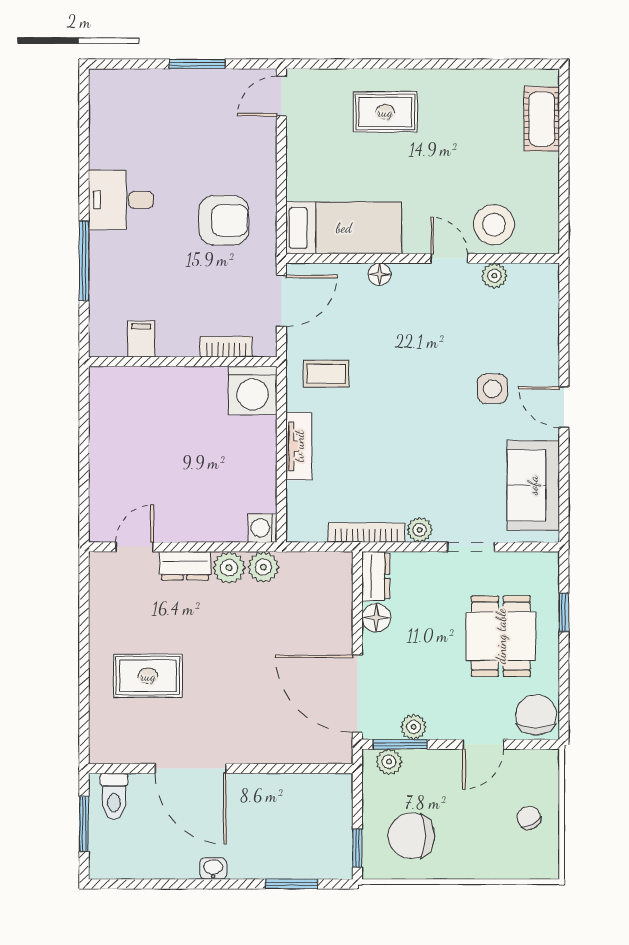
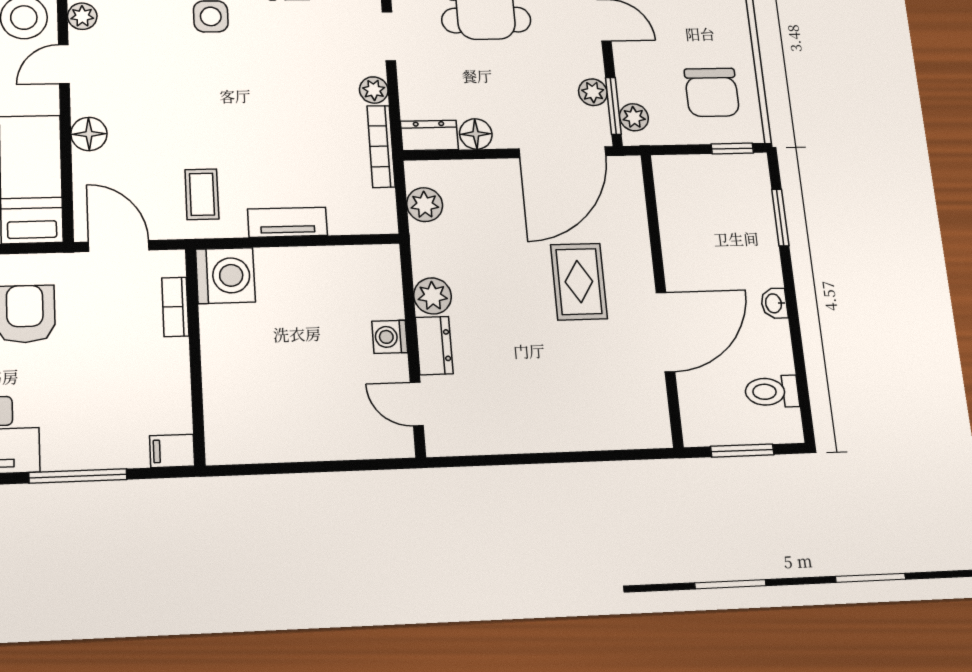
floor lamp: (380, 274) -> (89, 134), width x1.37, depth x1.37
filing cabinet: (141, 339) -> (172, 451), moved
washing machine: (262, 528) -> (390, 337), moved, turned 90
plant: (263, 567) -> (425, 205), moved
rug: (148, 676) -> (579, 282), moved
toilet: (114, 796) -> (772, 392), moved, turned 180

